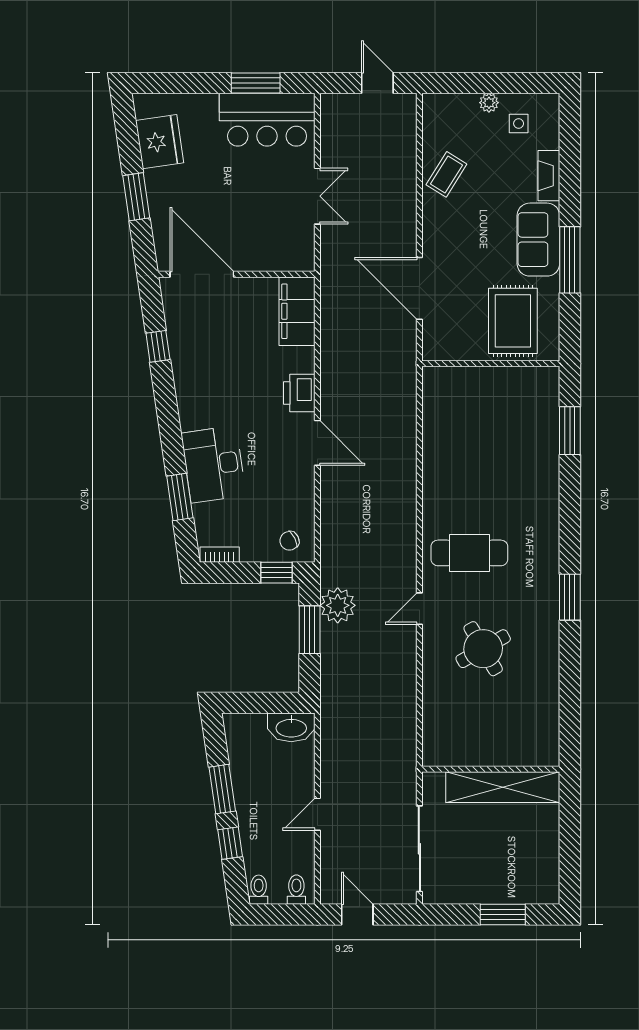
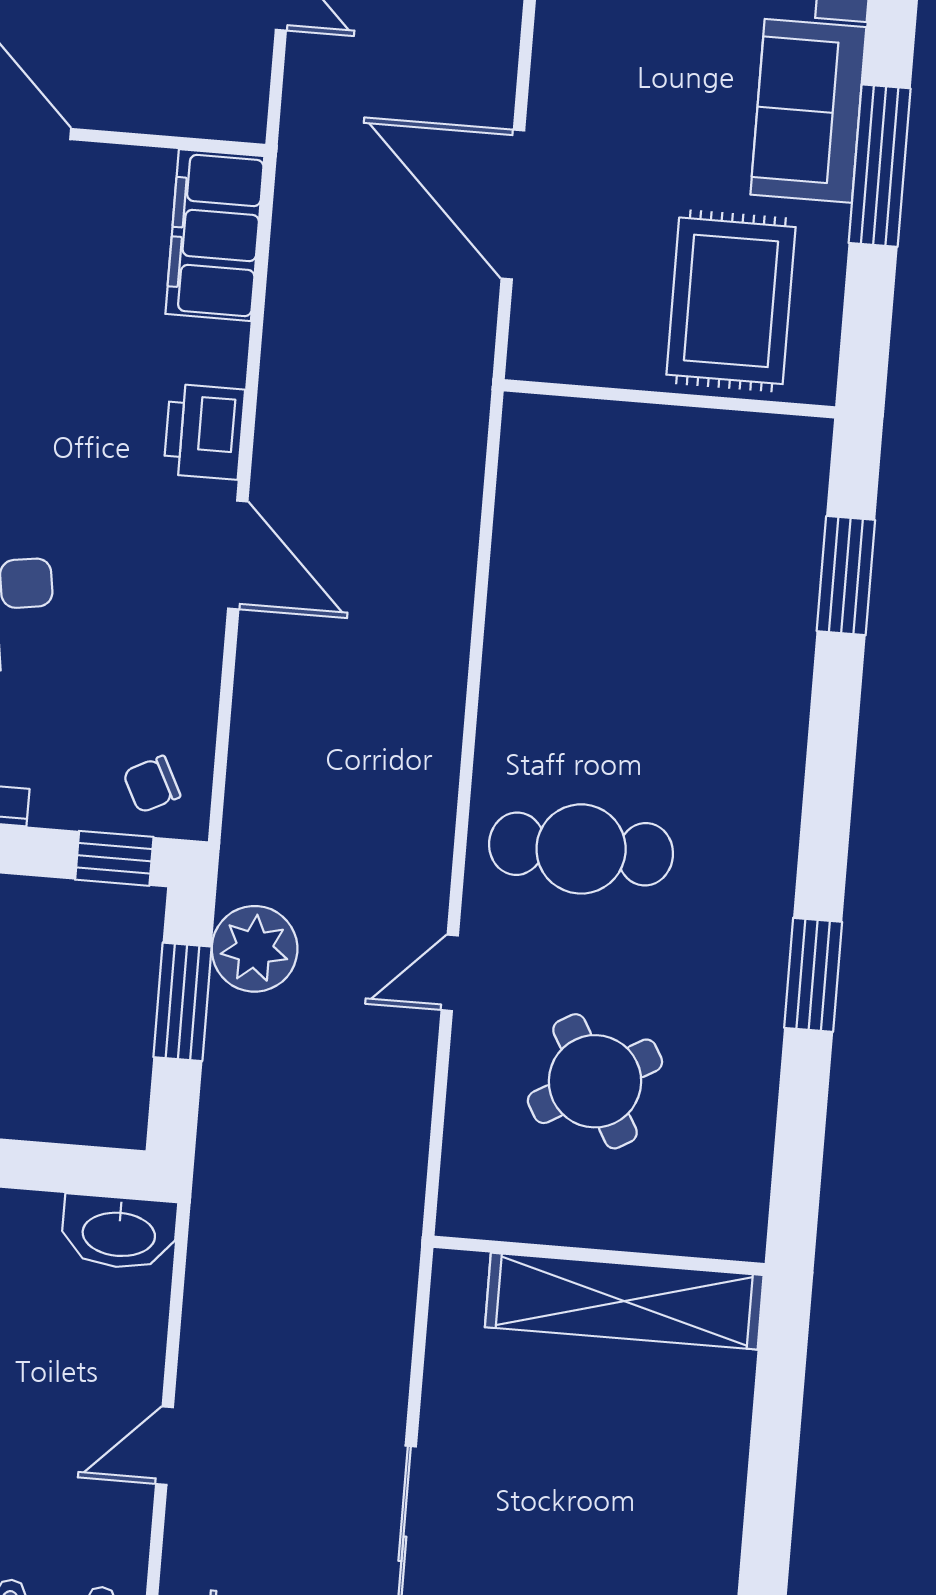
wall: (491, 769) -> (599, 1255), moved
shelving: (503, 787) -> (624, 1301), moved

